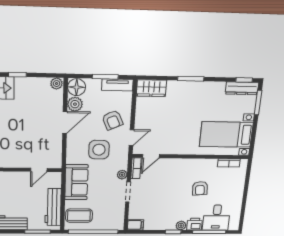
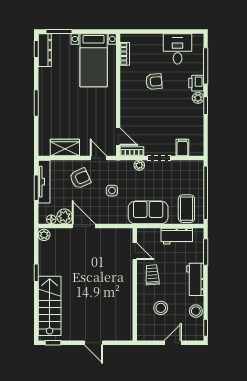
tv unit: (117, 85) -> (44, 182), width x1.41
floor lamp: (77, 87) -> (51, 219), width x0.53, depth x0.53
wardrobe: (151, 88) -> (65, 147), moved, turned -90
side table: (99, 150) -> (112, 191), width x0.54, depth x0.54
trolley: (16, 185) -> (152, 275), added
workbench: (53, 207) -> (177, 236), width x0.73
desk: (216, 218) -> (178, 49), moved, turned -90
filing cabinet: (135, 225) -> (182, 148), moved

